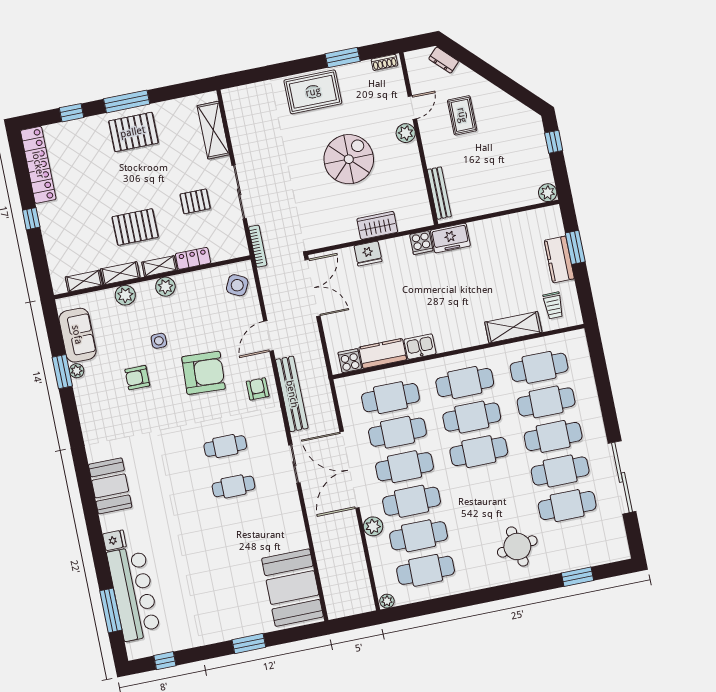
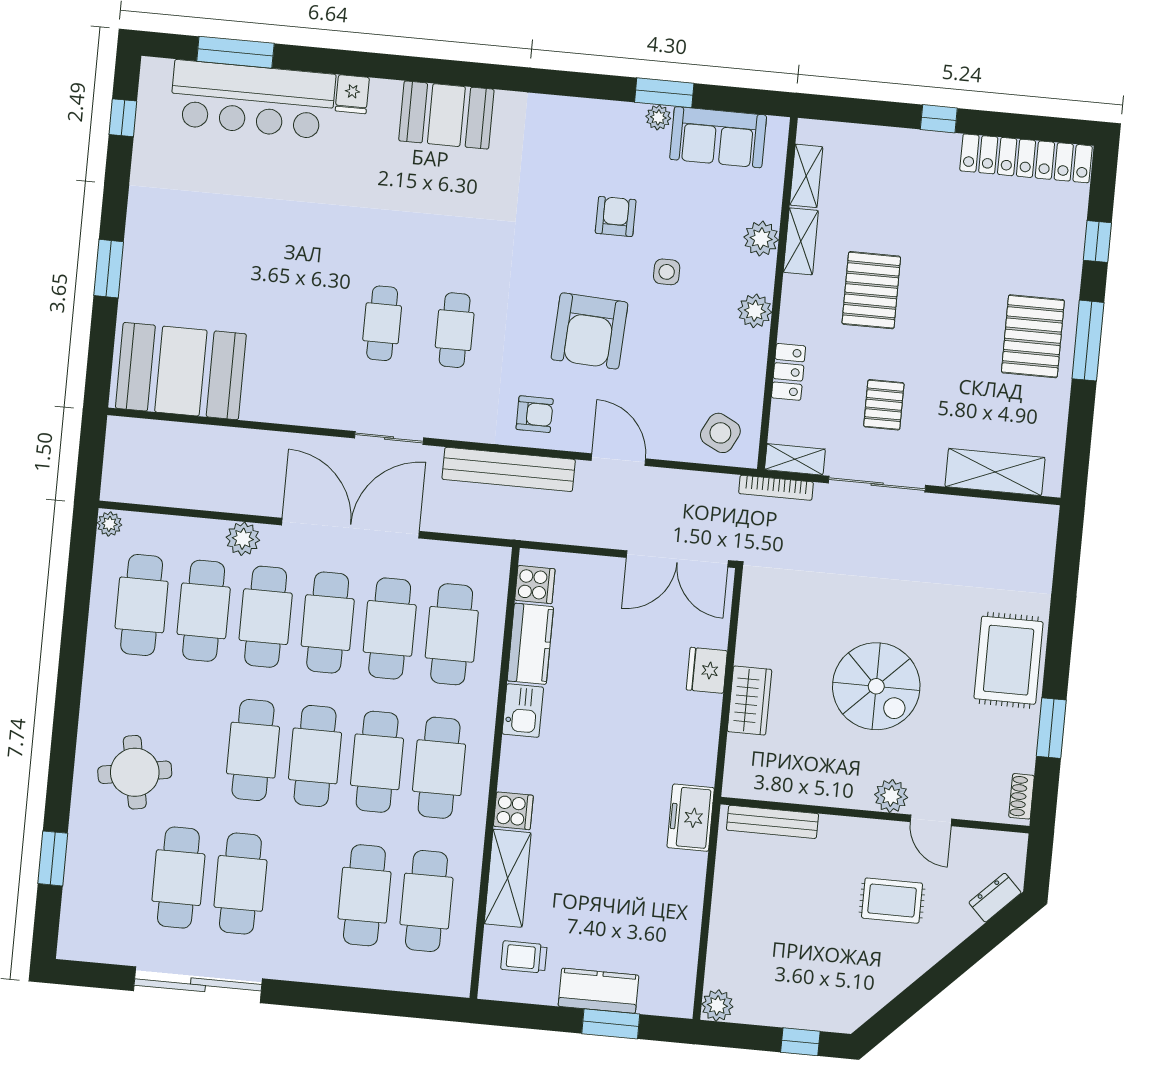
cooker: (421, 243) -> (513, 811), moved, turned 180
shelving: (159, 266) -> (795, 459), moved, turned 90
cafe table: (553, 436) -> (253, 750), moved

